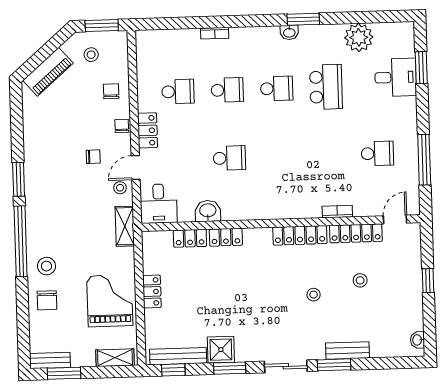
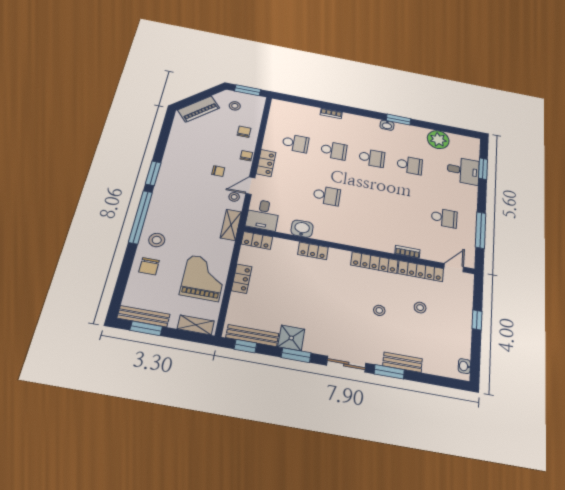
school desk: (326, 87) -> (410, 165), width x0.54
locker: (190, 238) -> (257, 240), moved
bench: (50, 360) -> (143, 316), width x1.36

